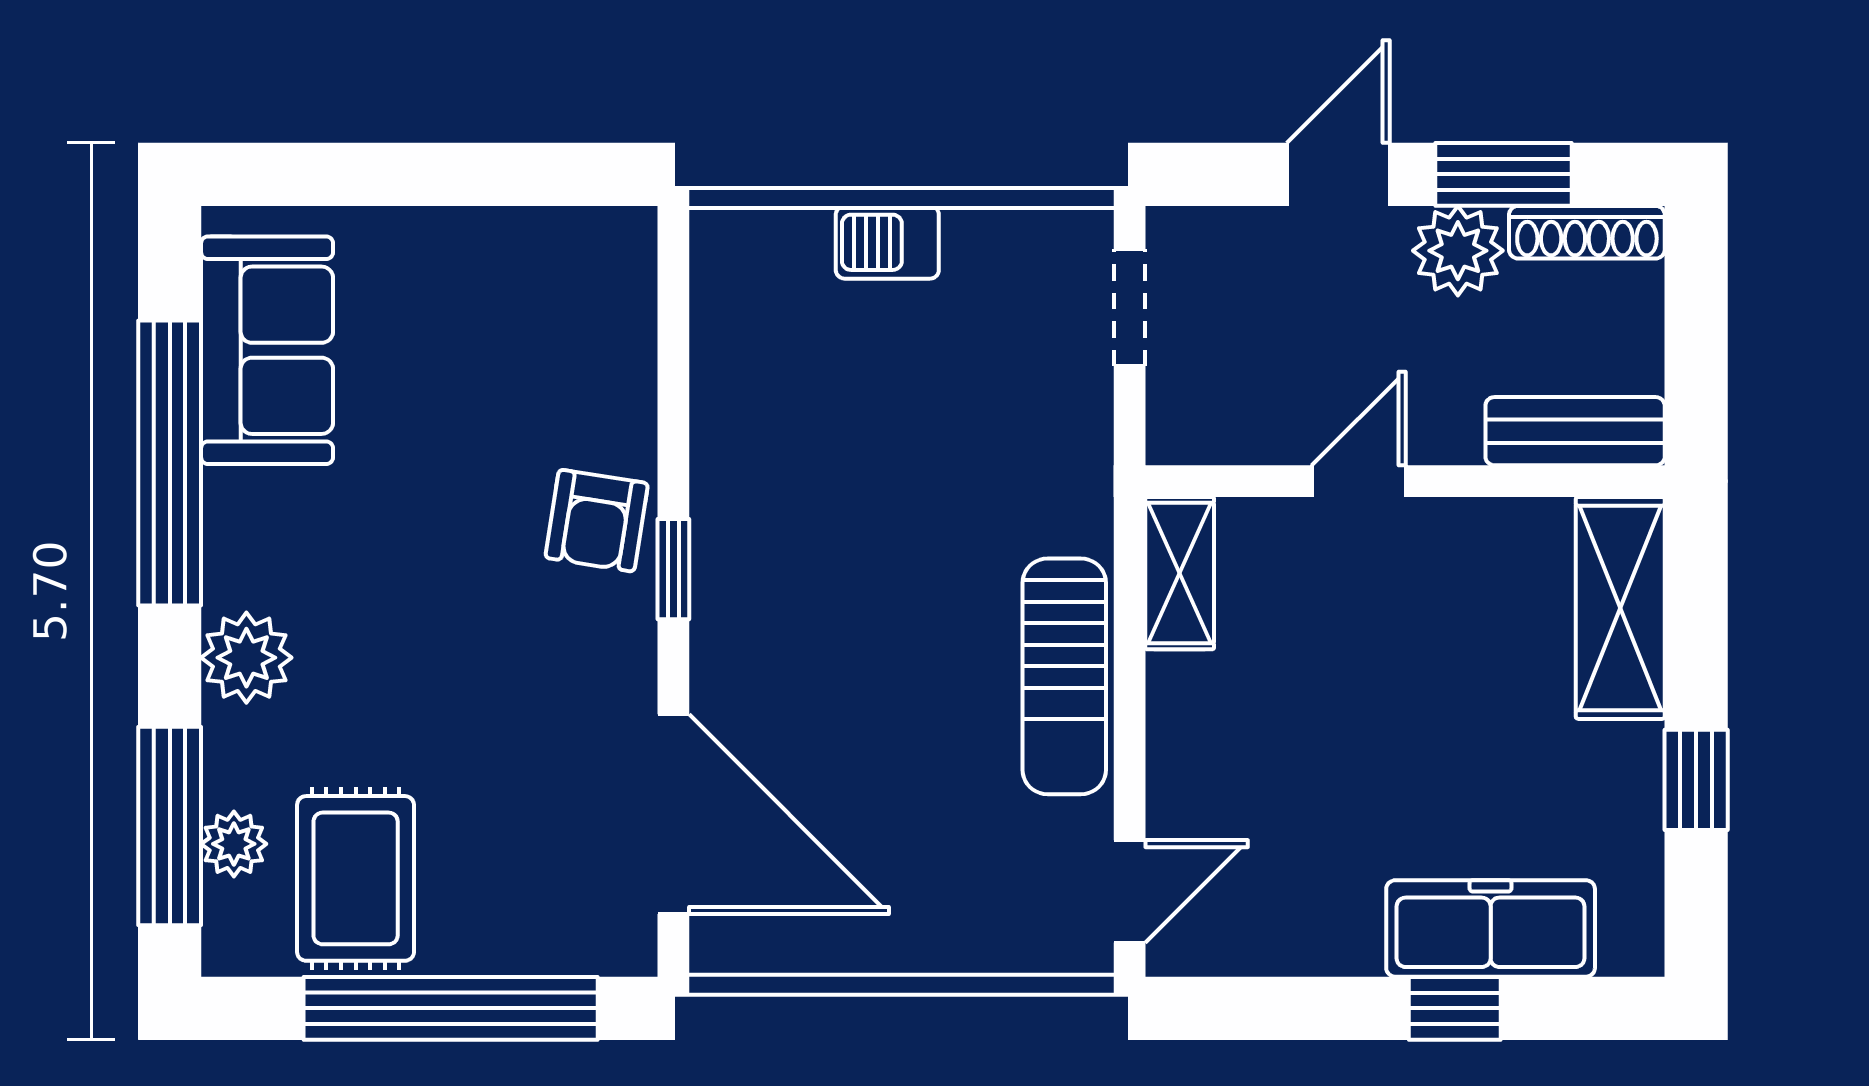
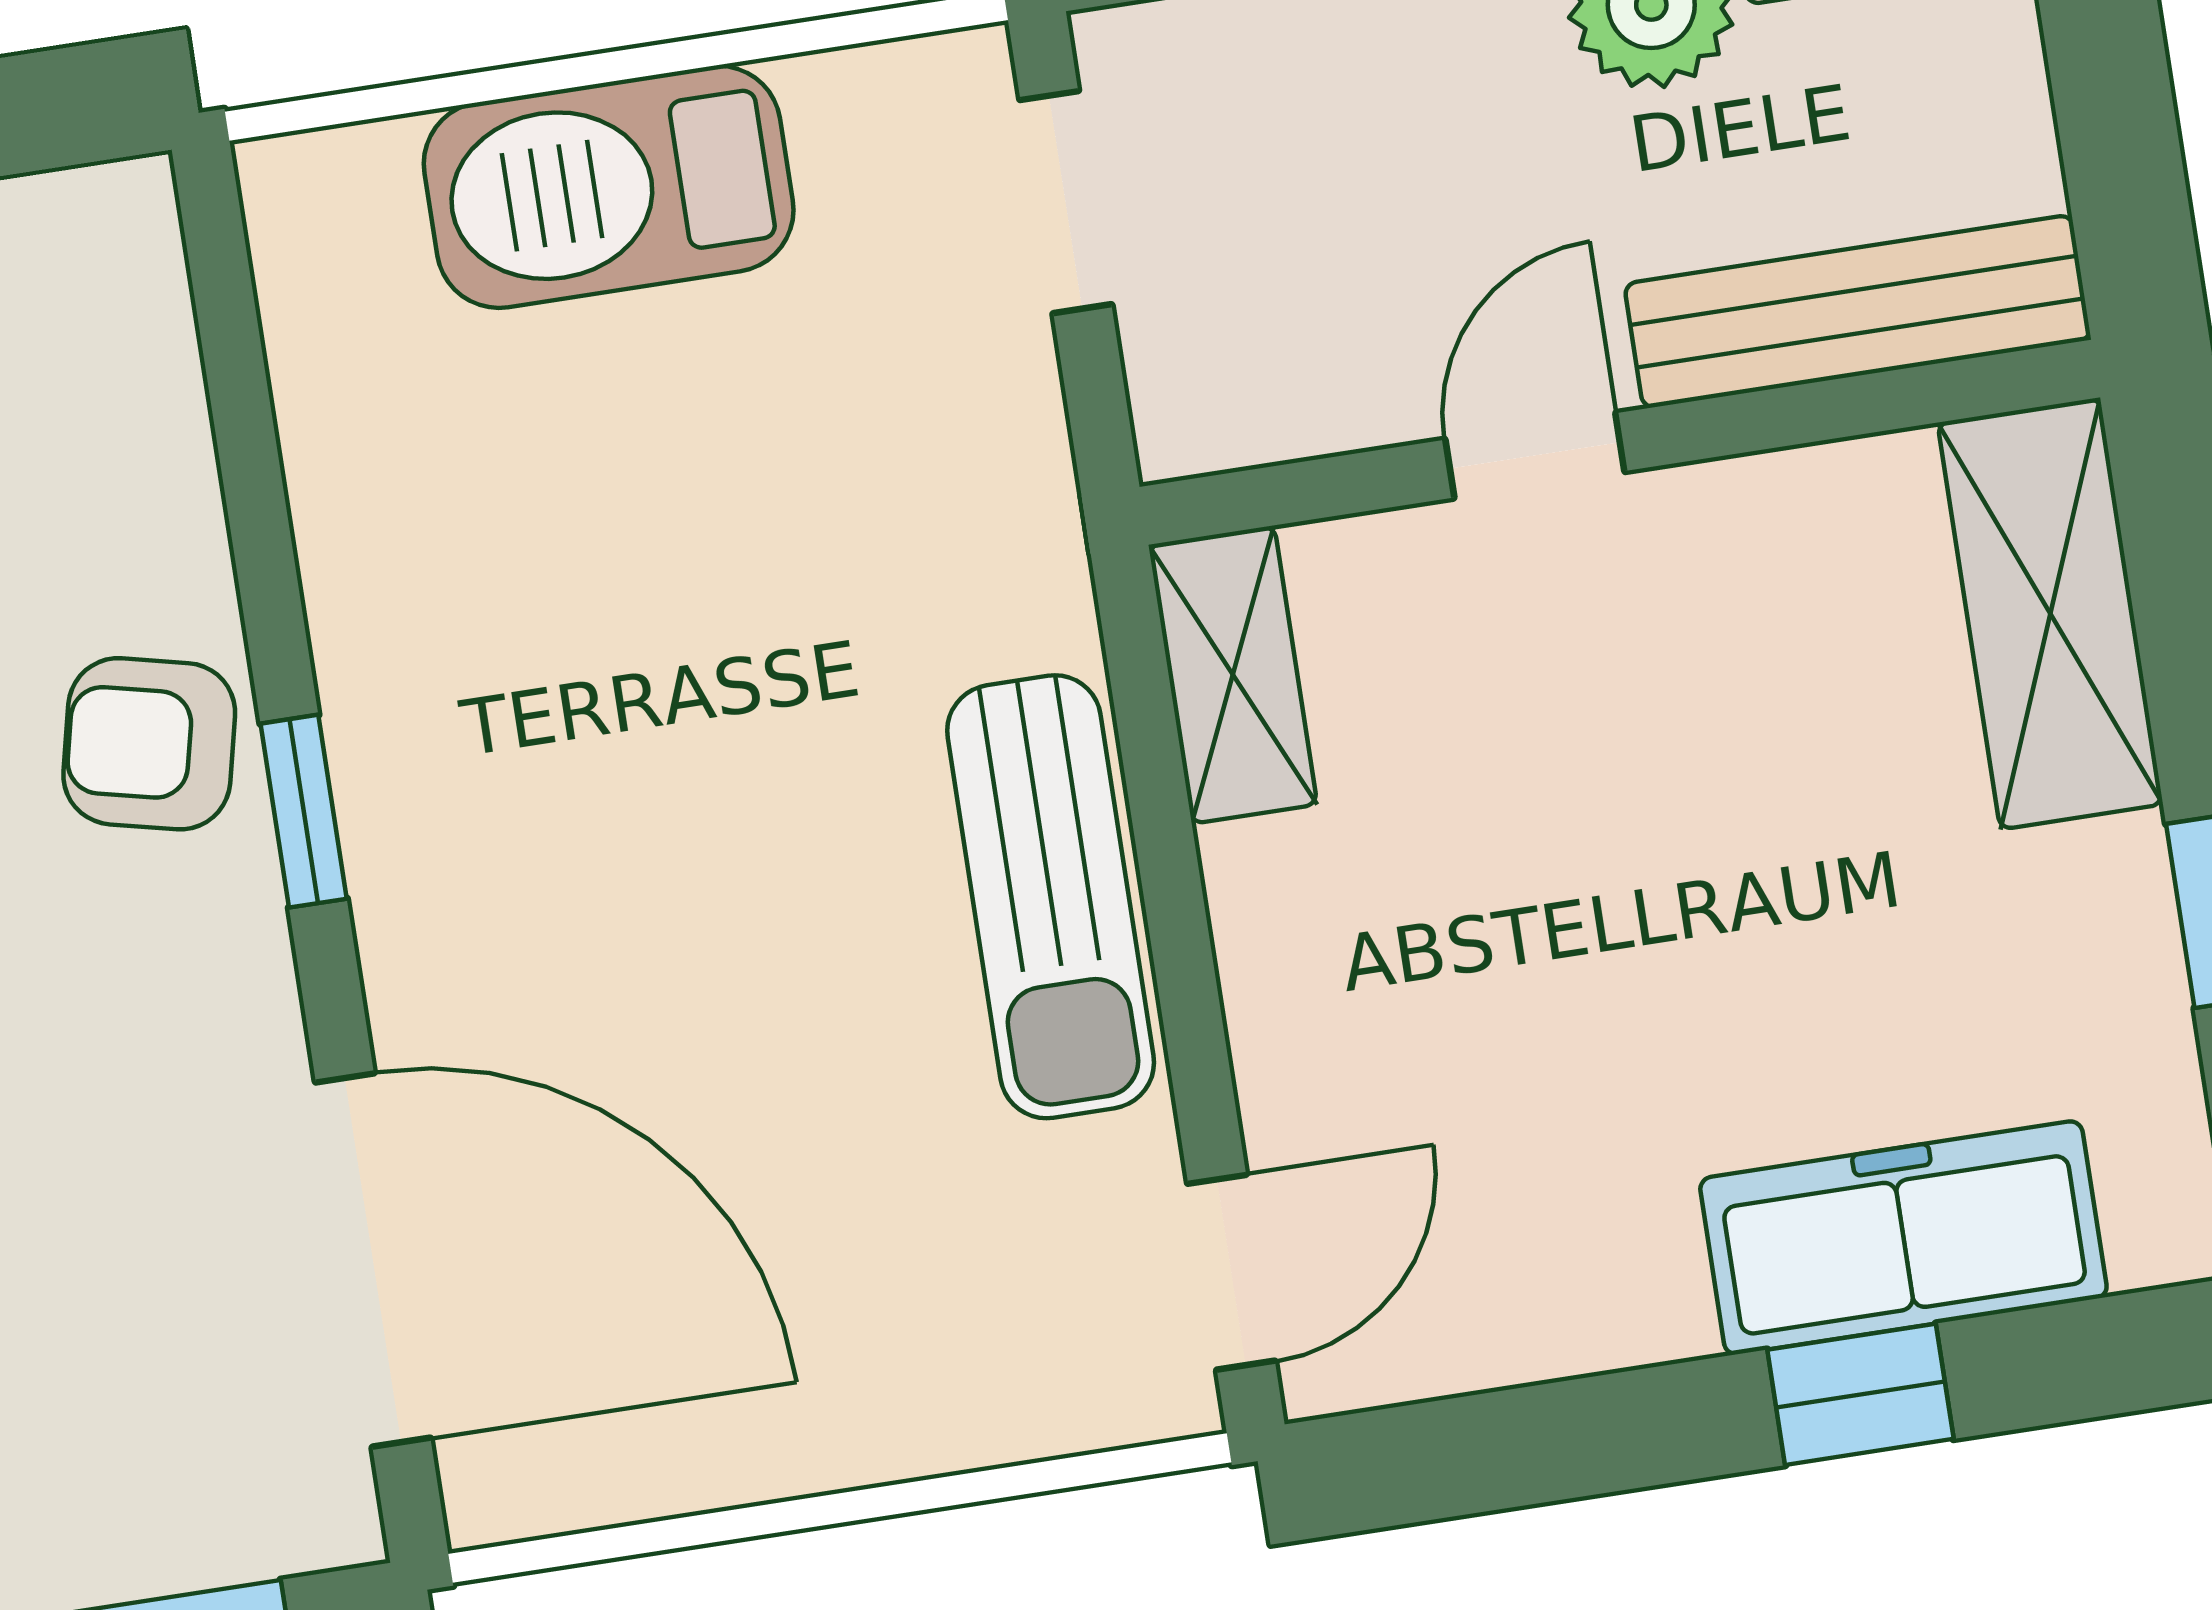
barbecue: (887, 242) -> (609, 187), width x1.88, depth x1.53
bench: (1575, 431) -> (1858, 312), width x1.36
armchair: (597, 521) -> (149, 744), turned 94

